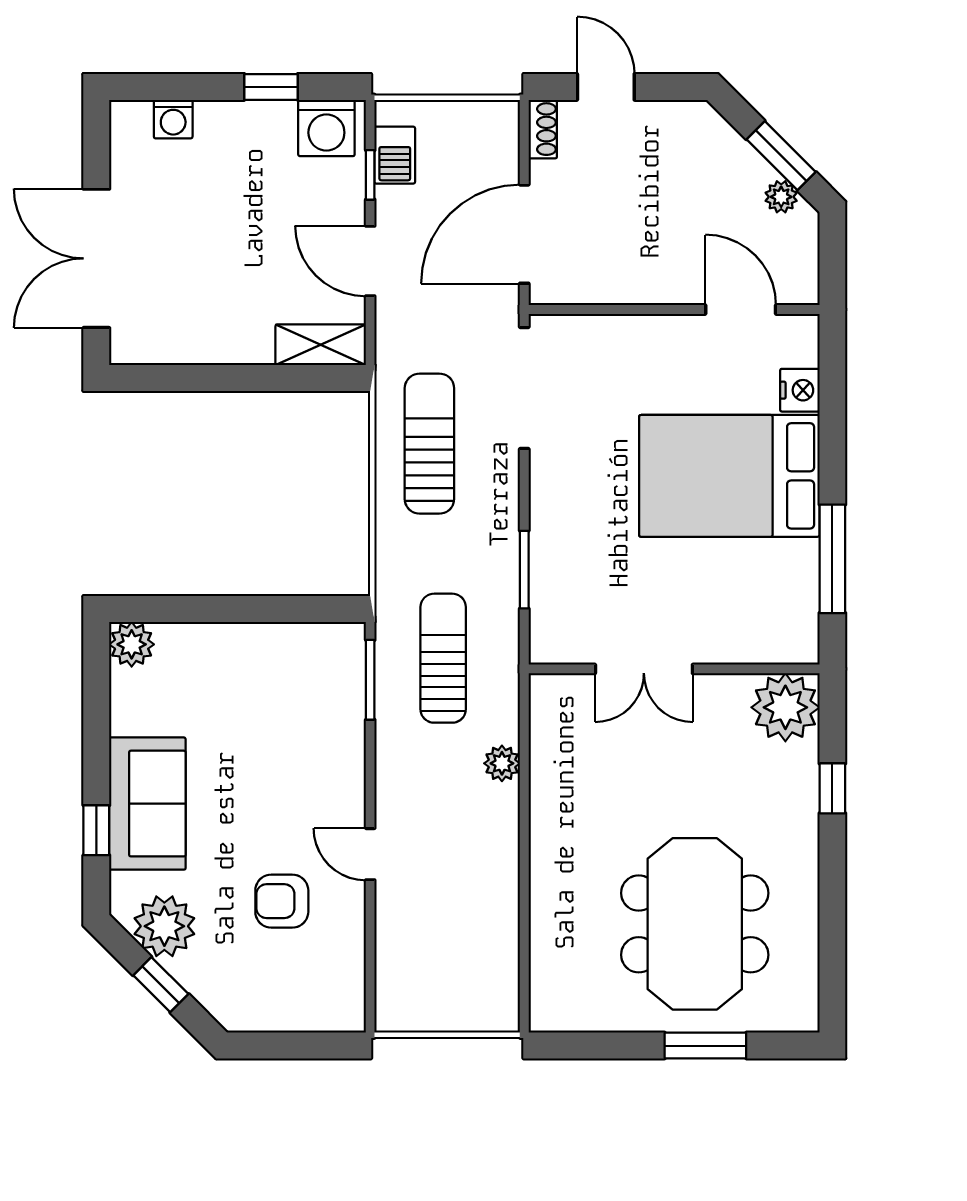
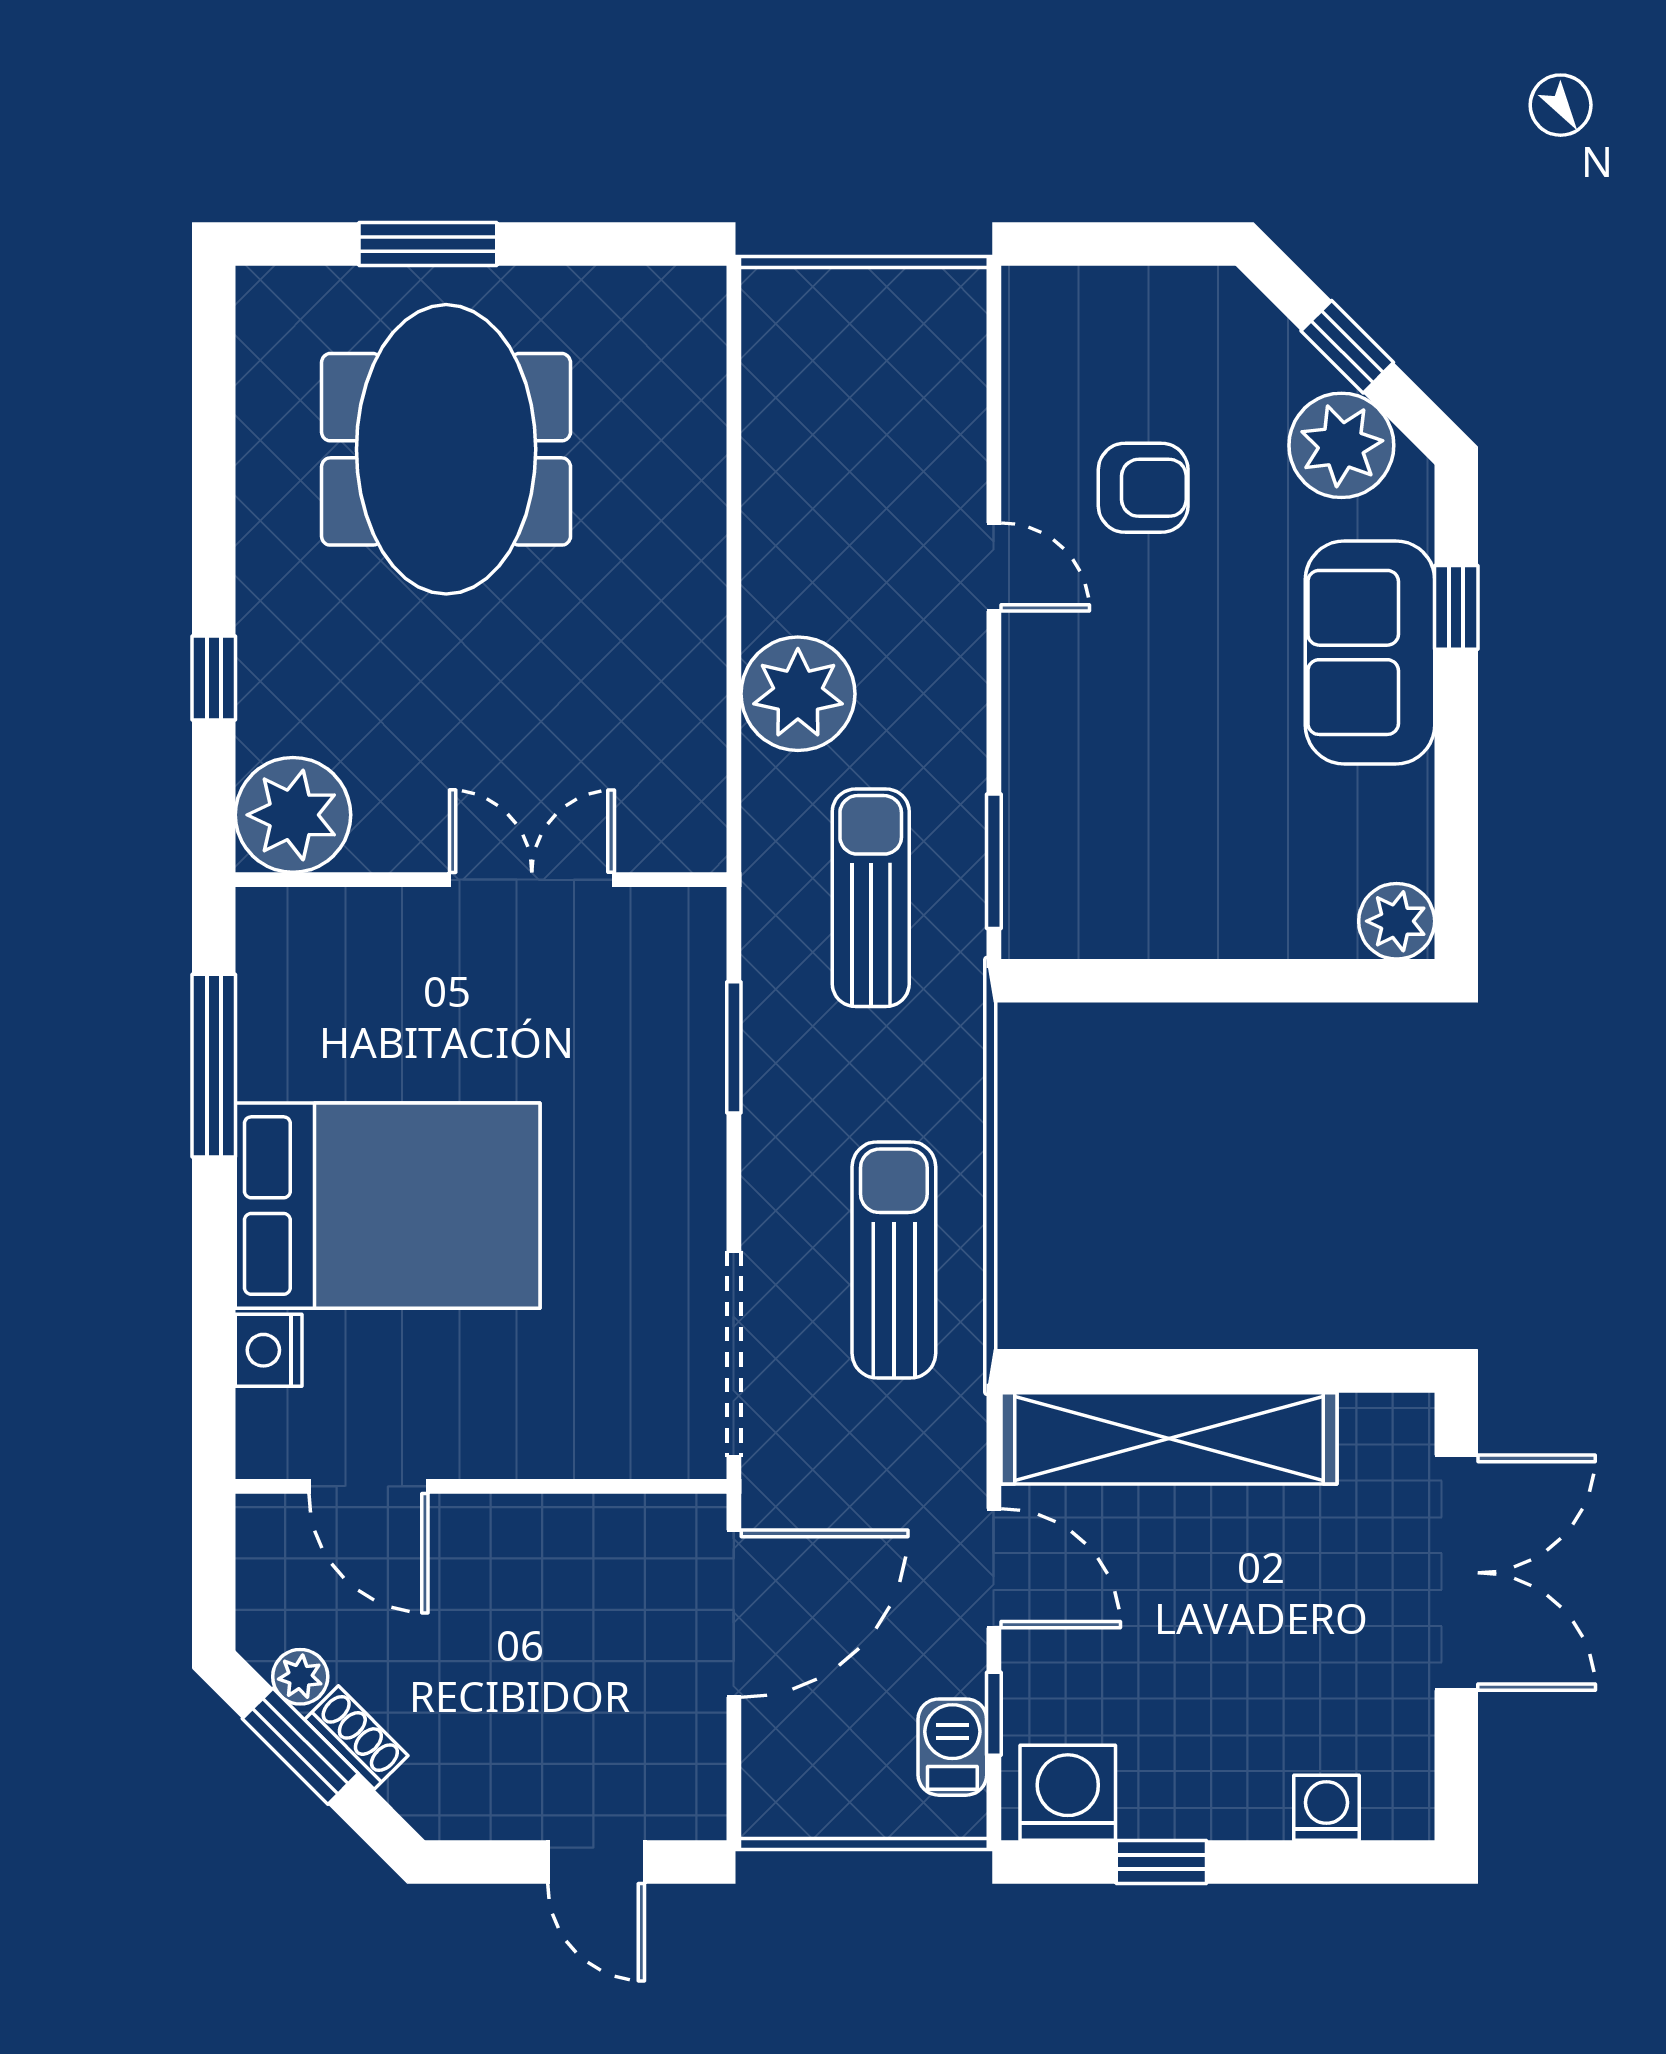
shoe rack: (543, 129) -> (356, 1738), moved, turned 135
shelving: (321, 345) -> (1169, 1438), width x2.20, depth x1.33
sun lounger: (429, 444) -> (894, 1260), turned 180
sun lounger: (443, 658) -> (871, 898), turned 180
plant: (502, 763) -> (798, 694), width x1.88, depth x1.88

